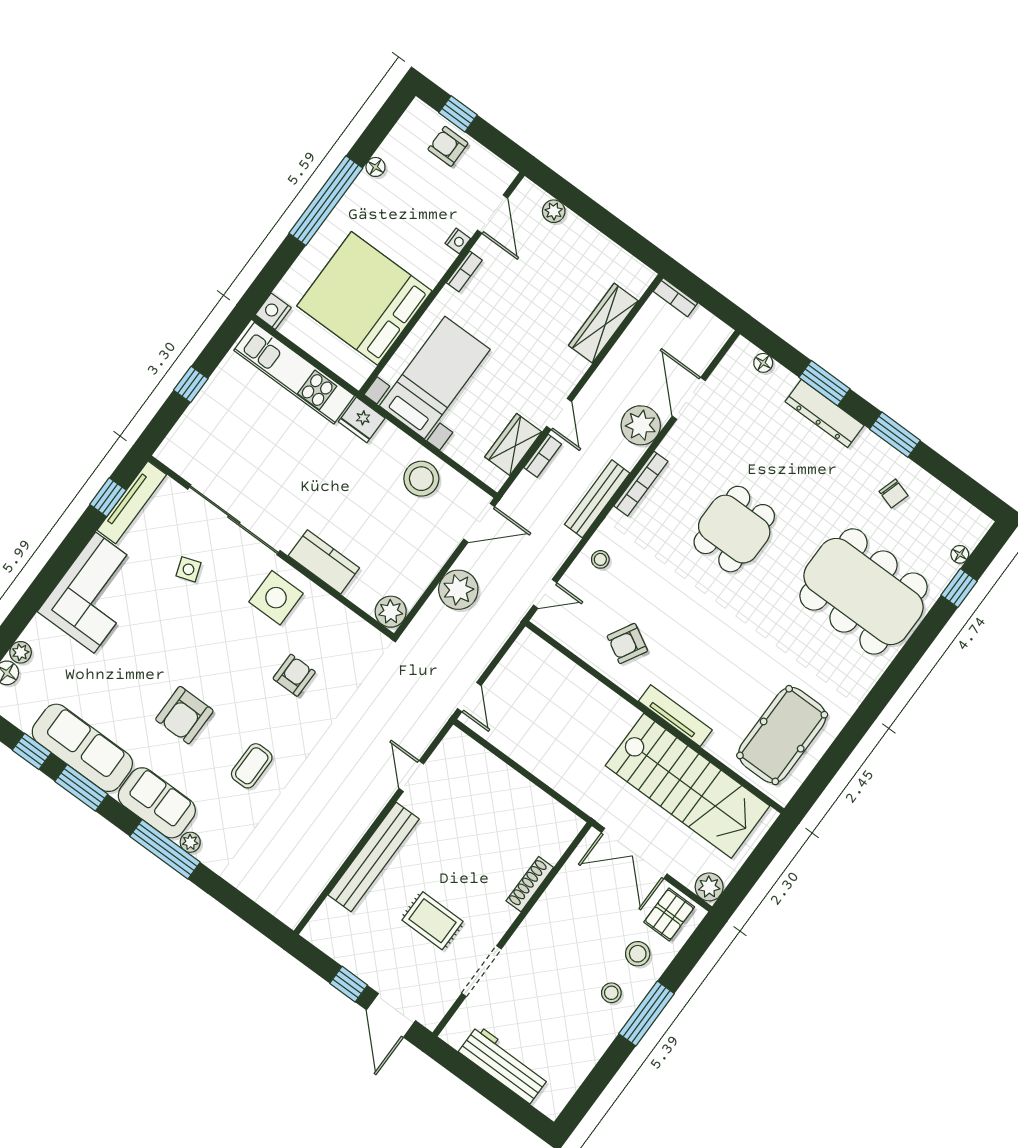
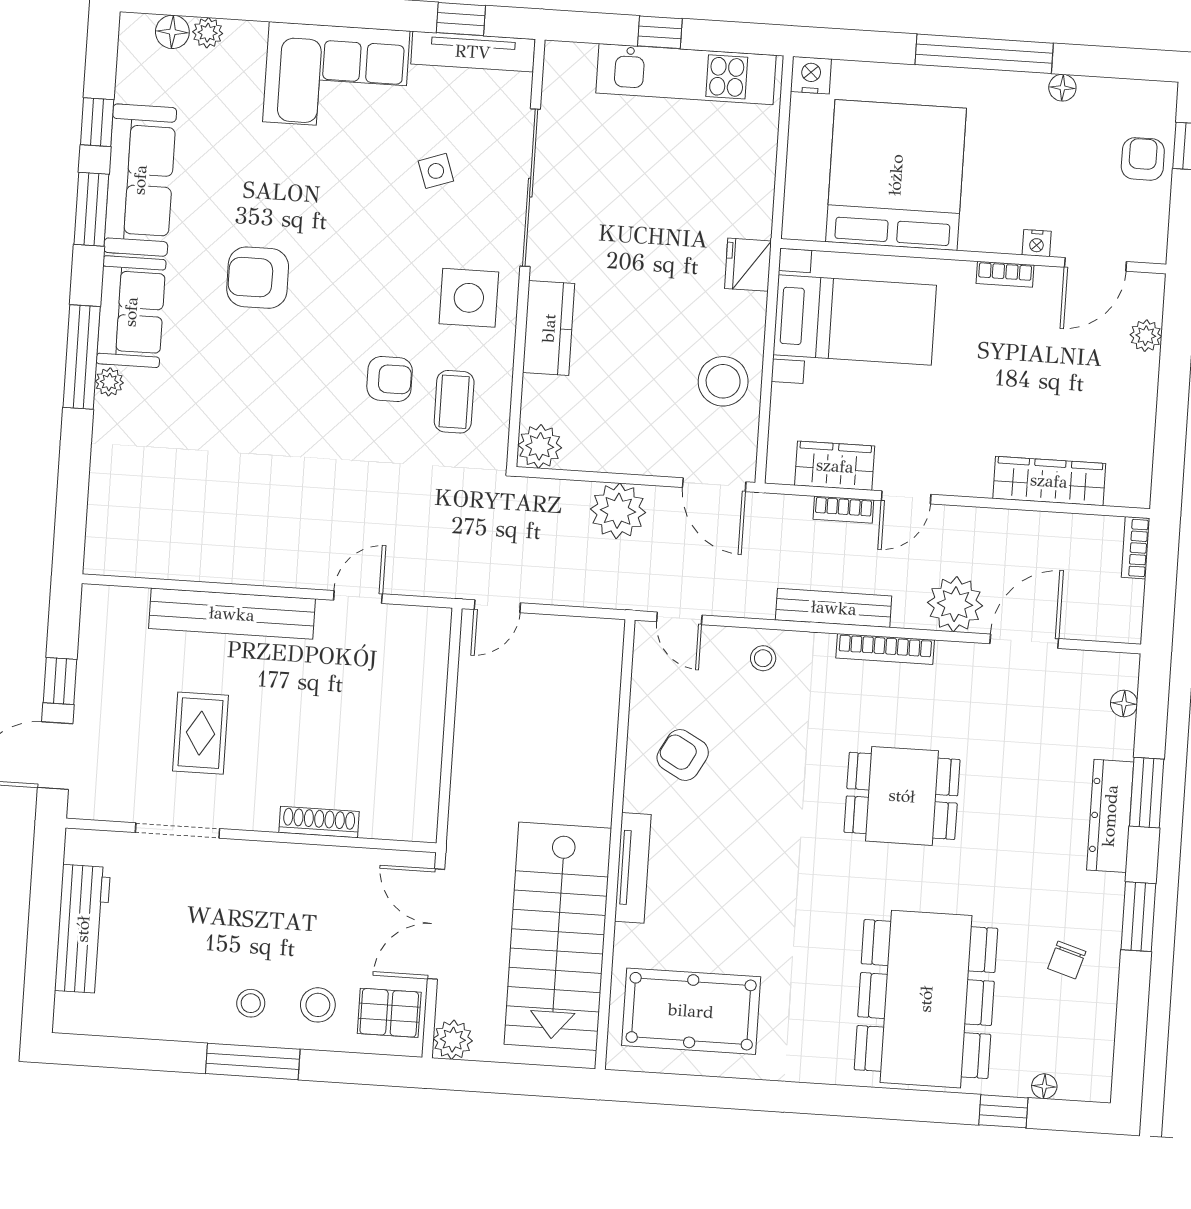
kitchen unit: (294, 373) -> (686, 74), moved, turned -90
coffee table: (252, 766) -> (454, 402), moved, turned 90

